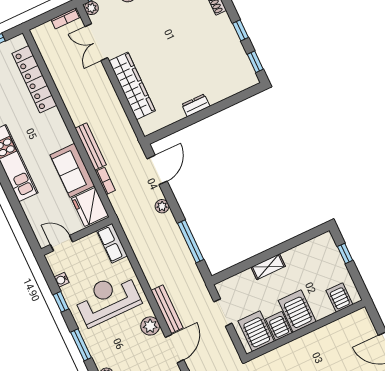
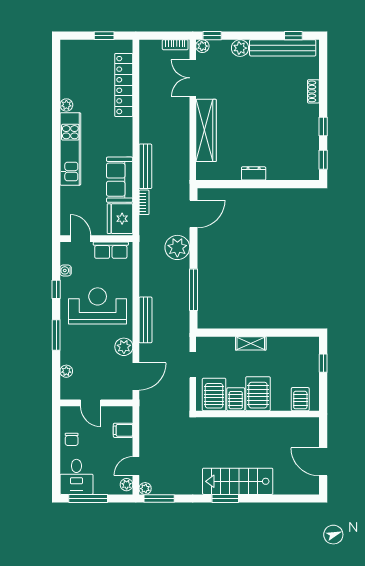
plant: (162, 206) -> (177, 247), width x1.88, depth x1.88
row of seats: (112, 243) -> (111, 250), moved, turned -90
bench: (167, 309) -> (145, 320), moved

